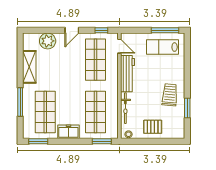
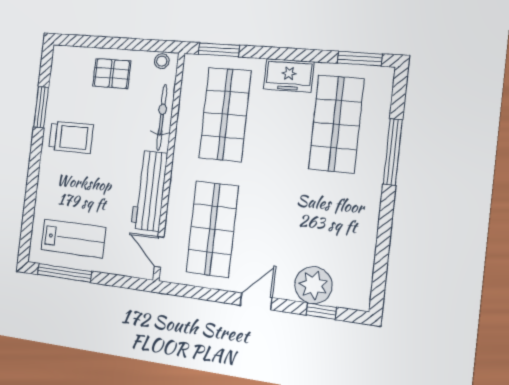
window: (101, 30) -> (321, 311), moved
shelving: (29, 67) -> (362, 231), removed
trolley: (170, 95) -> (71, 137), turned -95

